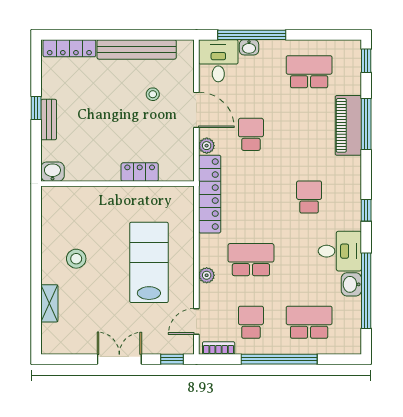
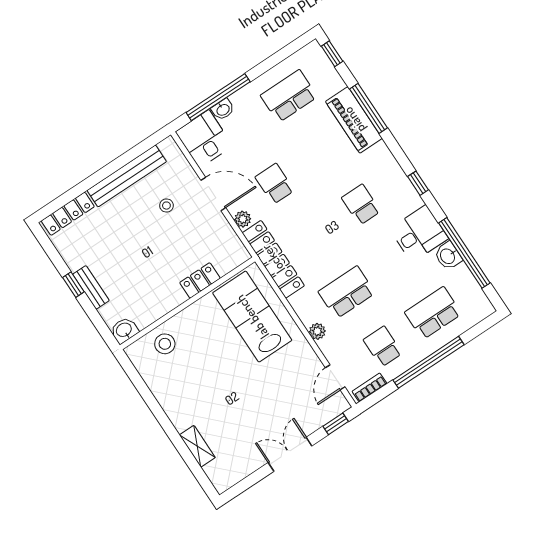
stool: (76, 259) -> (165, 344), moved
lab bench: (149, 262) -> (252, 317), moved

